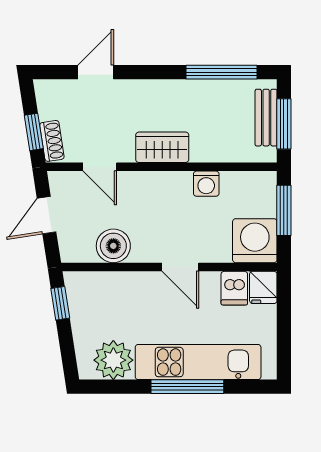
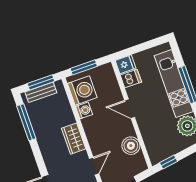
washing machine: (255, 241) -> (82, 91), moved, turned 180
door: (180, 267) -> (130, 109), swing flipped

